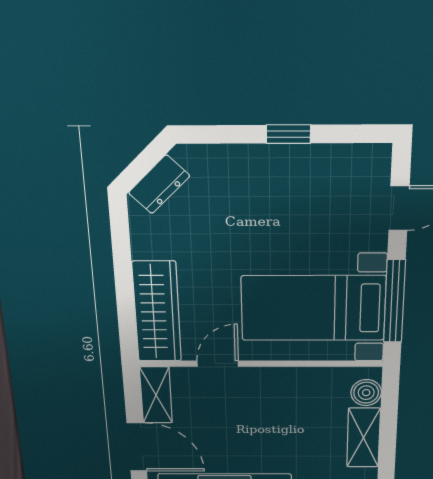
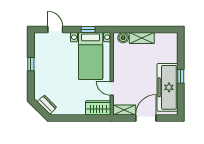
window: (394, 301) -> (88, 30), width x0.46
wardrobe: (157, 312) -> (98, 108), width x0.67

